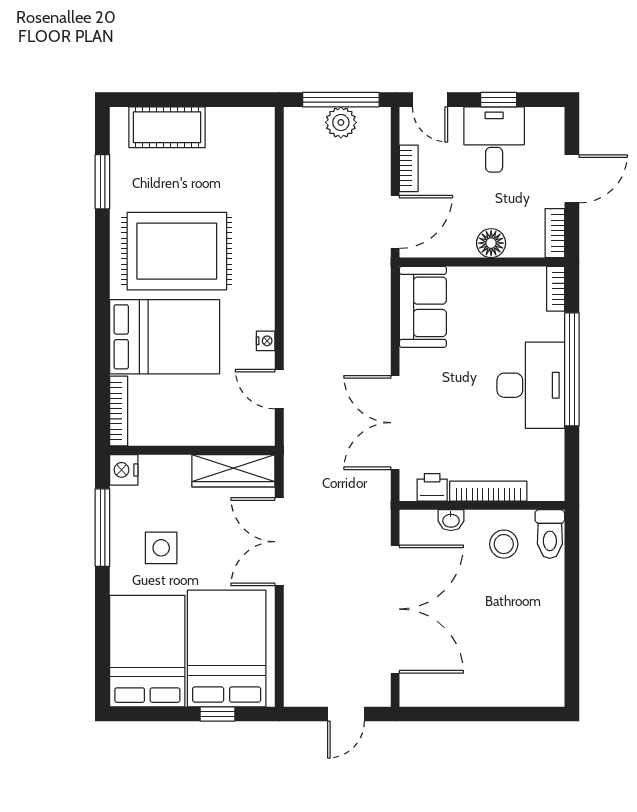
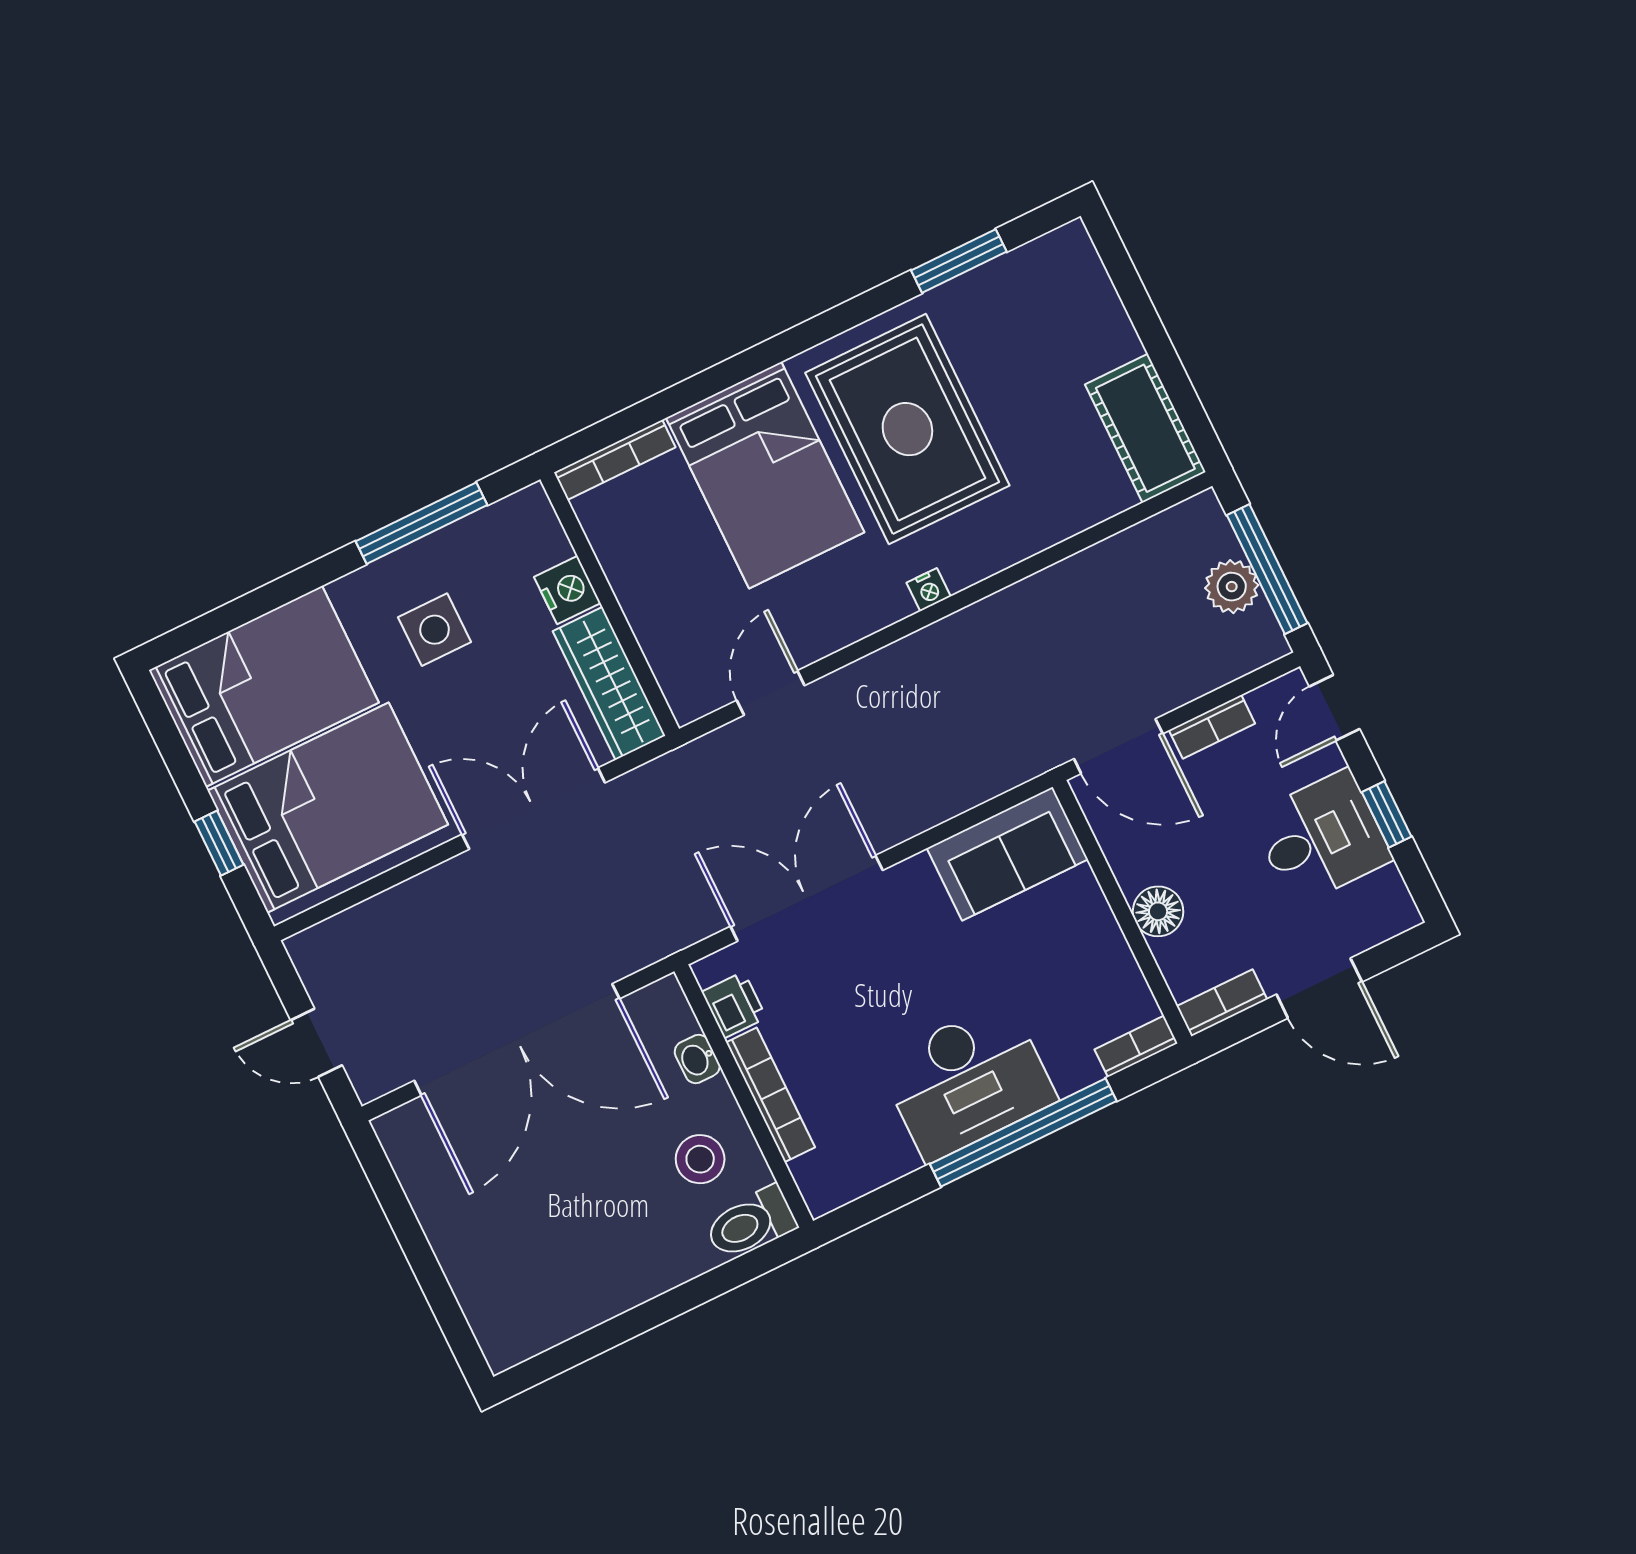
cot: (167, 127) -> (1145, 428), moved
nightstand: (266, 341) -> (929, 590), moved
nightstand: (124, 470) -> (567, 590), moved, turned 90

